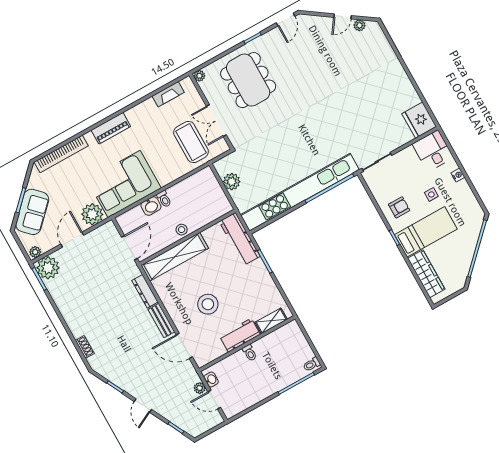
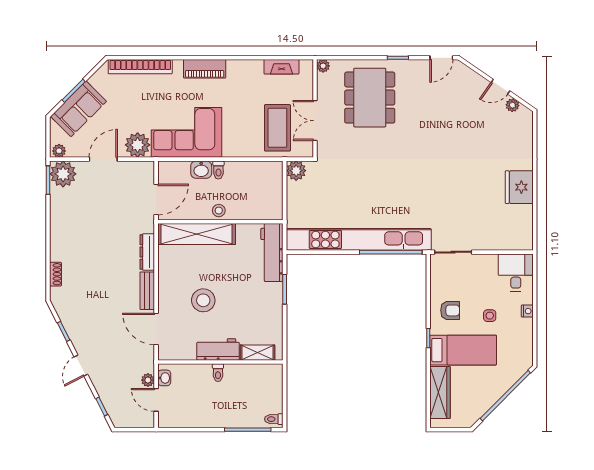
fridge: (419, 120) -> (519, 187), moved
plant: (232, 182) -> (296, 171), moved

